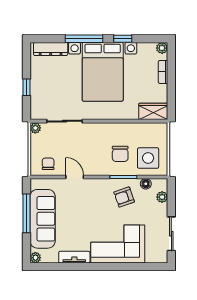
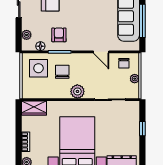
plant: (35, 128) -> (135, 79), moved
plant: (102, 131) -> (77, 91), added
armchair: (124, 197) -> (59, 35), turned -71

